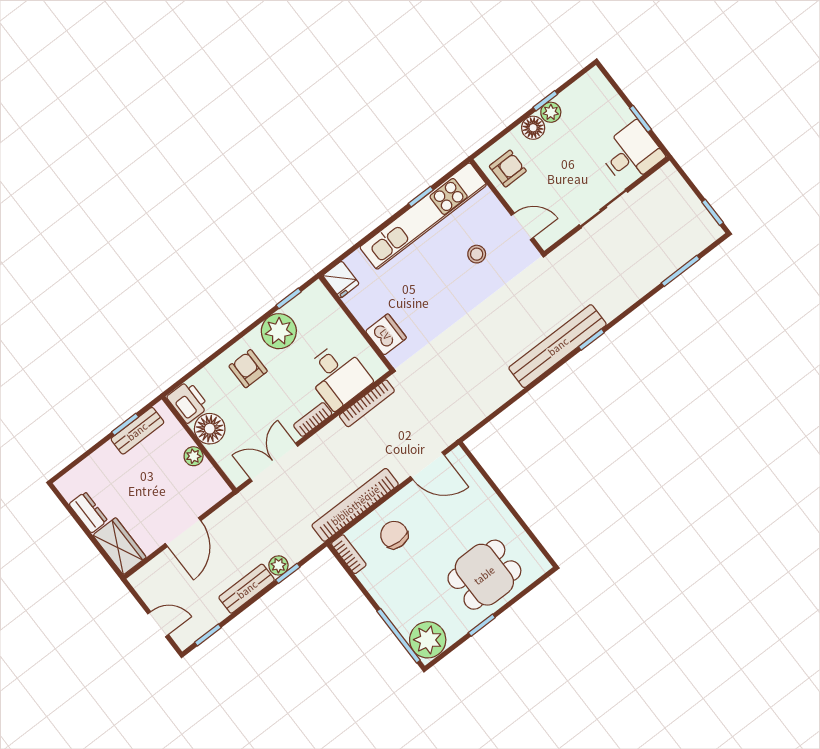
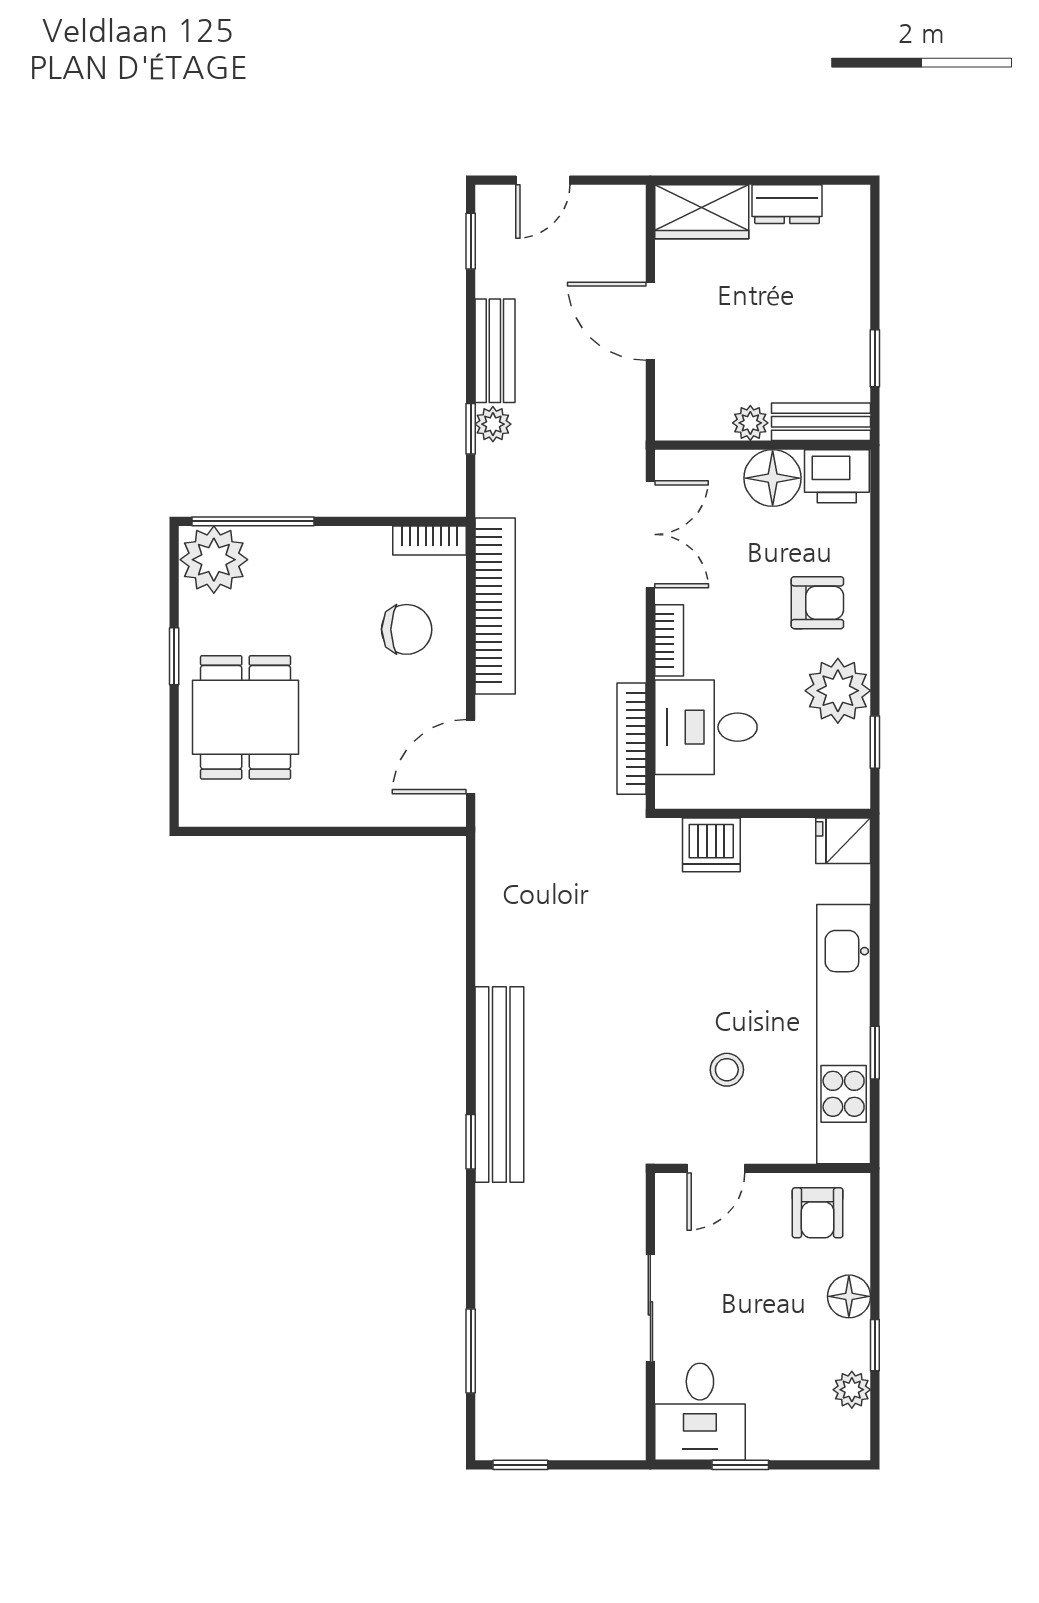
plant: (551, 112) -> (852, 1390), moved
bench: (137, 431) -> (821, 422), moved, turned 90

